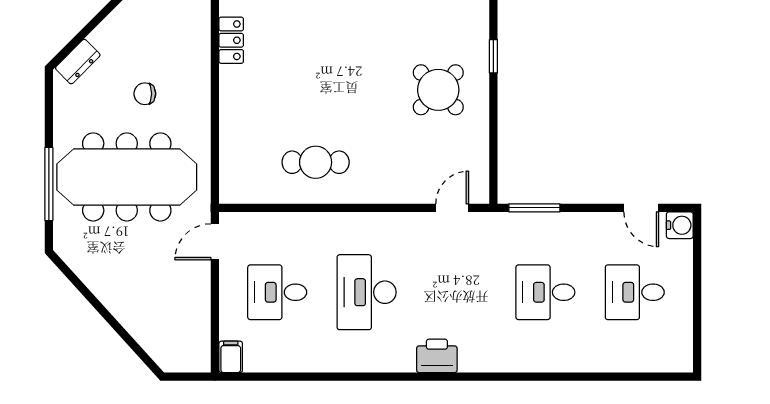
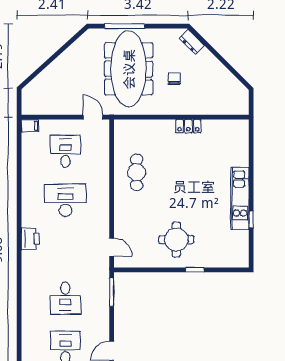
locker: (231, 40) -> (188, 126), moved
round table: (438, 90) -> (176, 240), turned 45
desk: (545, 292) -> (65, 298), turned 180

